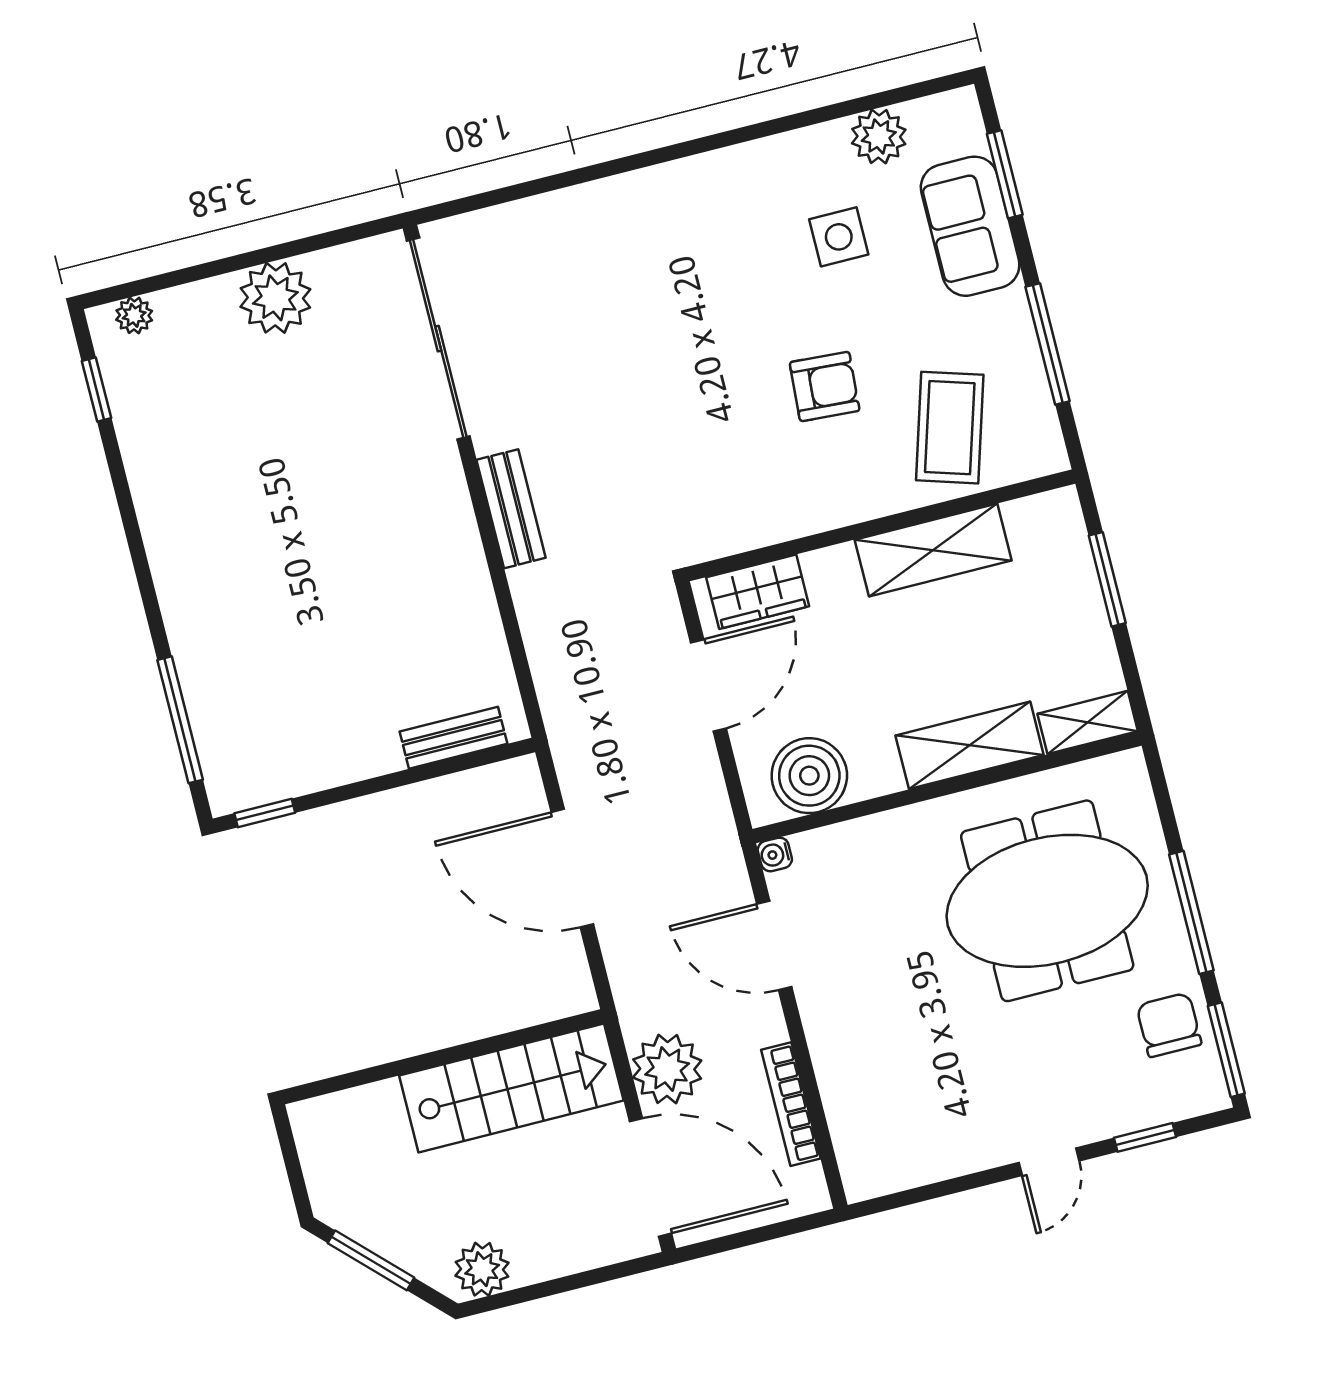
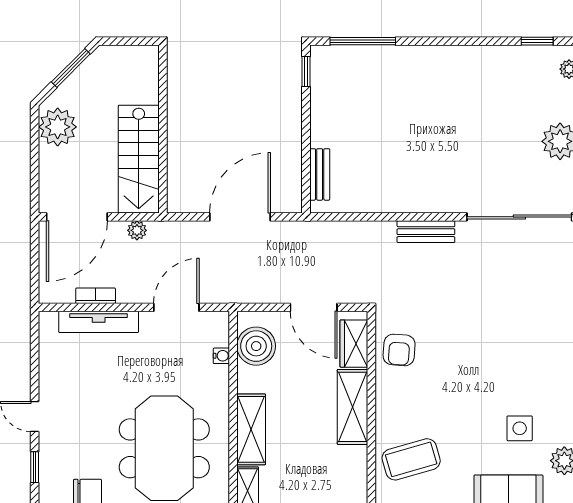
armchair: (825, 386) -> (399, 350), moved
coffee table: (950, 428) -> (411, 459), turned -33
shelving: (933, 550) -> (352, 407), moved
water cooler: (775, 854) -> (221, 356), moved, turned 90
plant: (667, 1069) -> (137, 230), width x0.53, depth x0.53
tv unit: (839, 1086) -> (99, 322), added
bookcase: (791, 1104) -> (96, 296), width x0.64
plant: (482, 1269) -> (58, 127), width x1.36, depth x1.36

